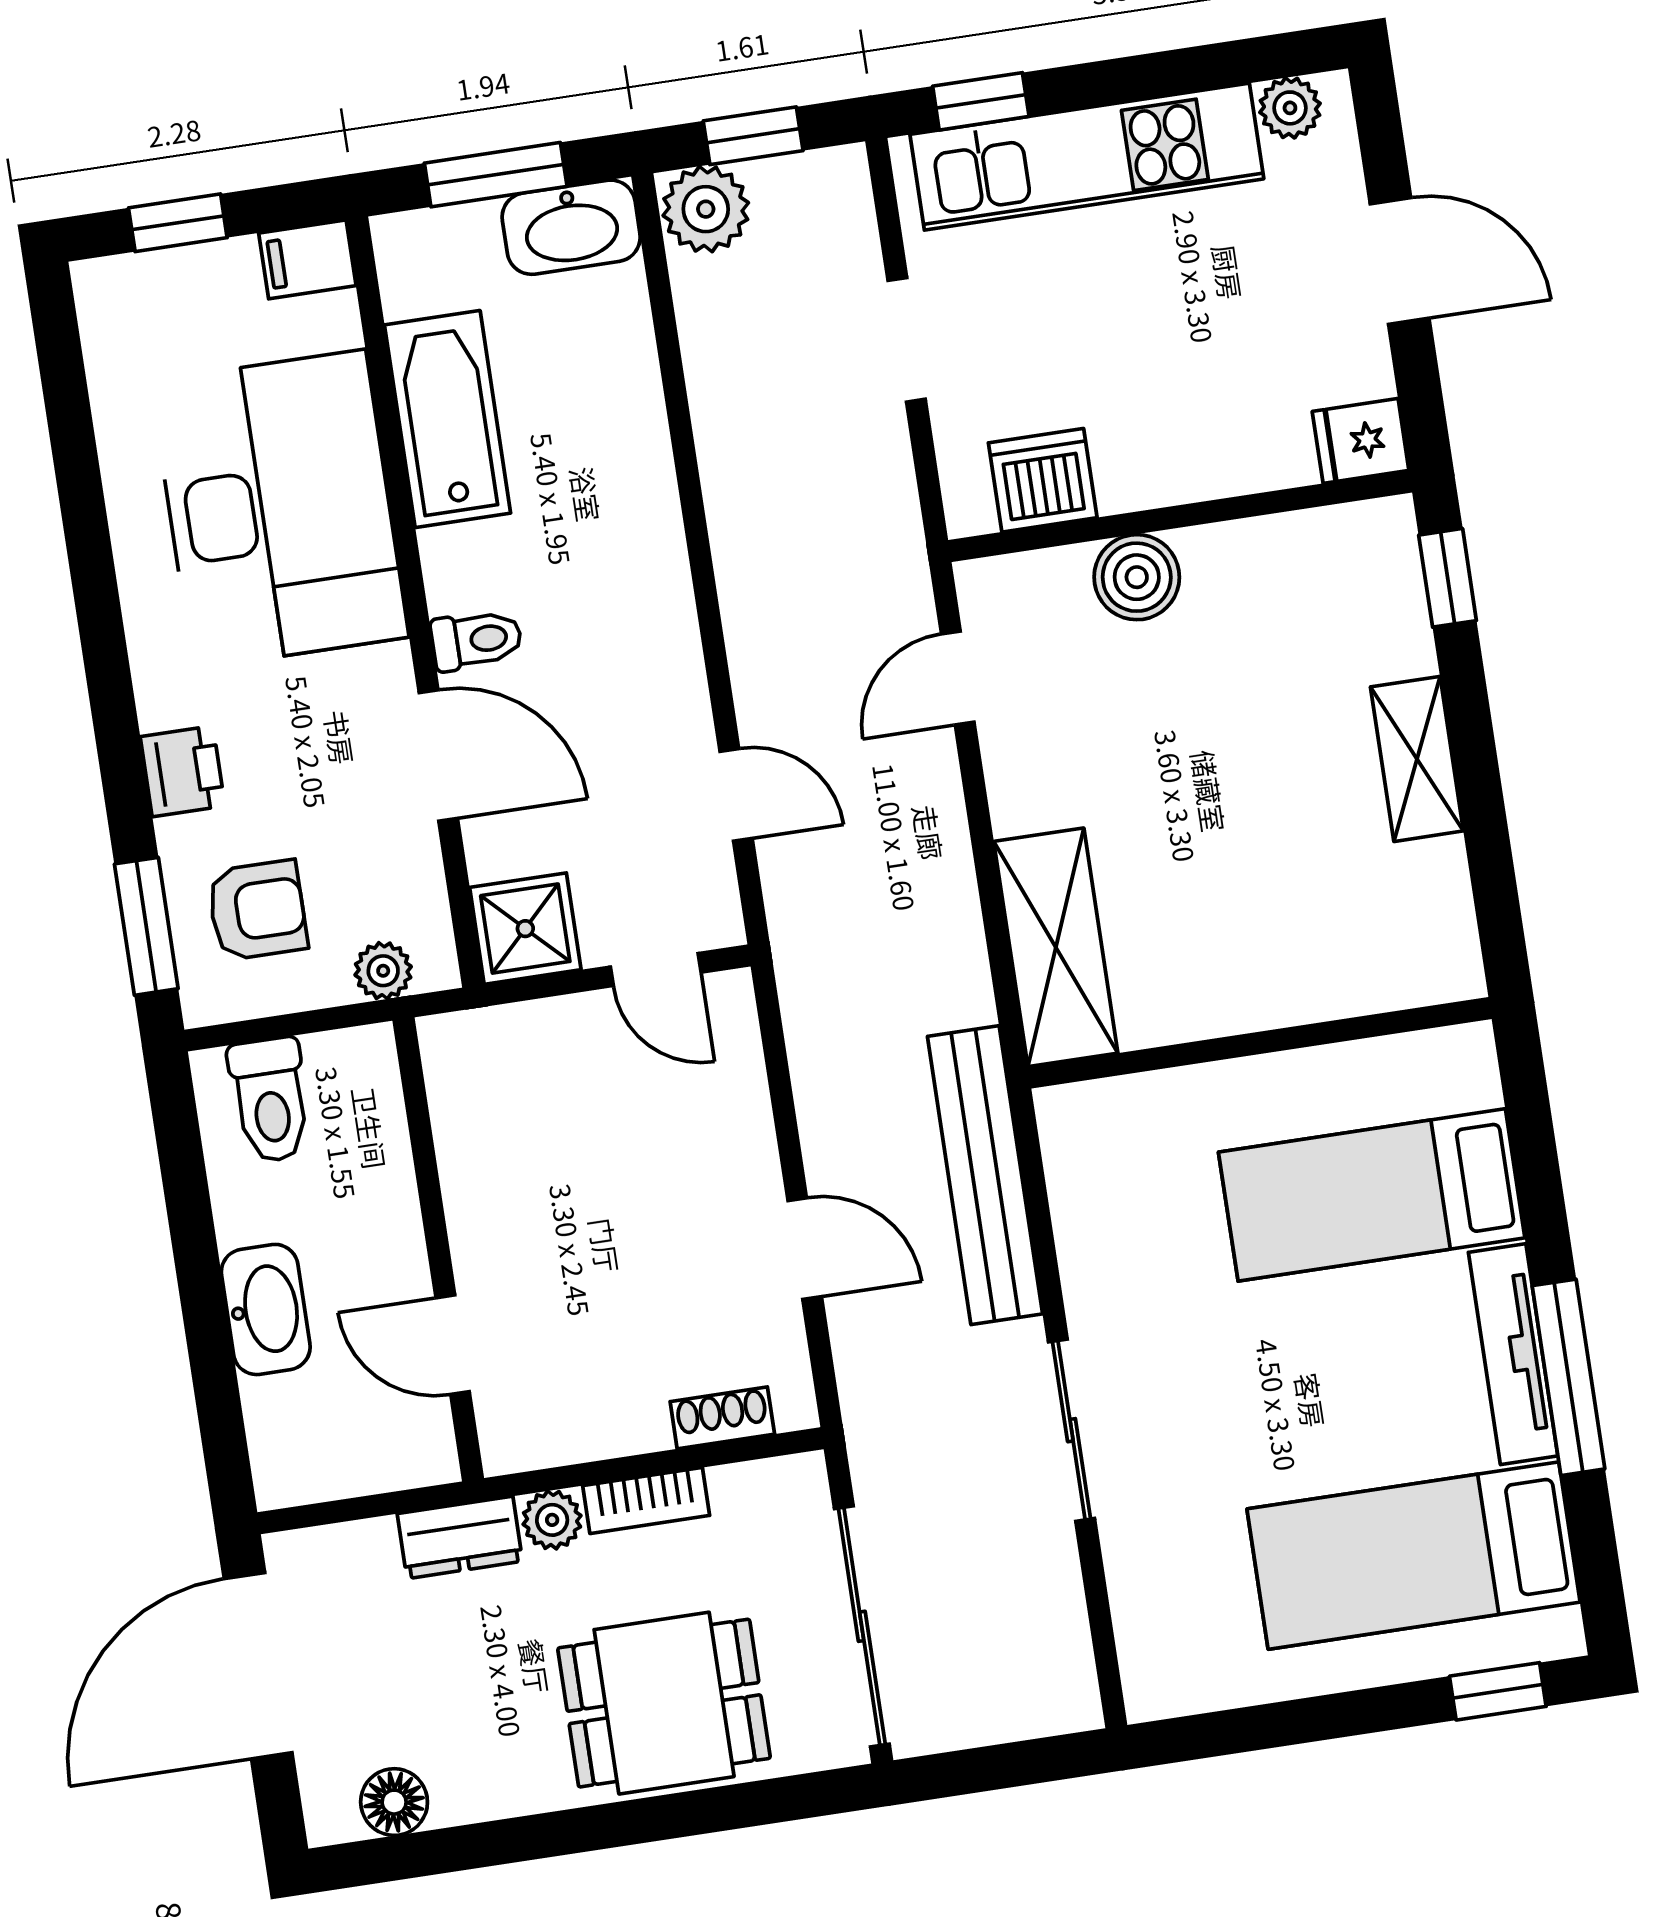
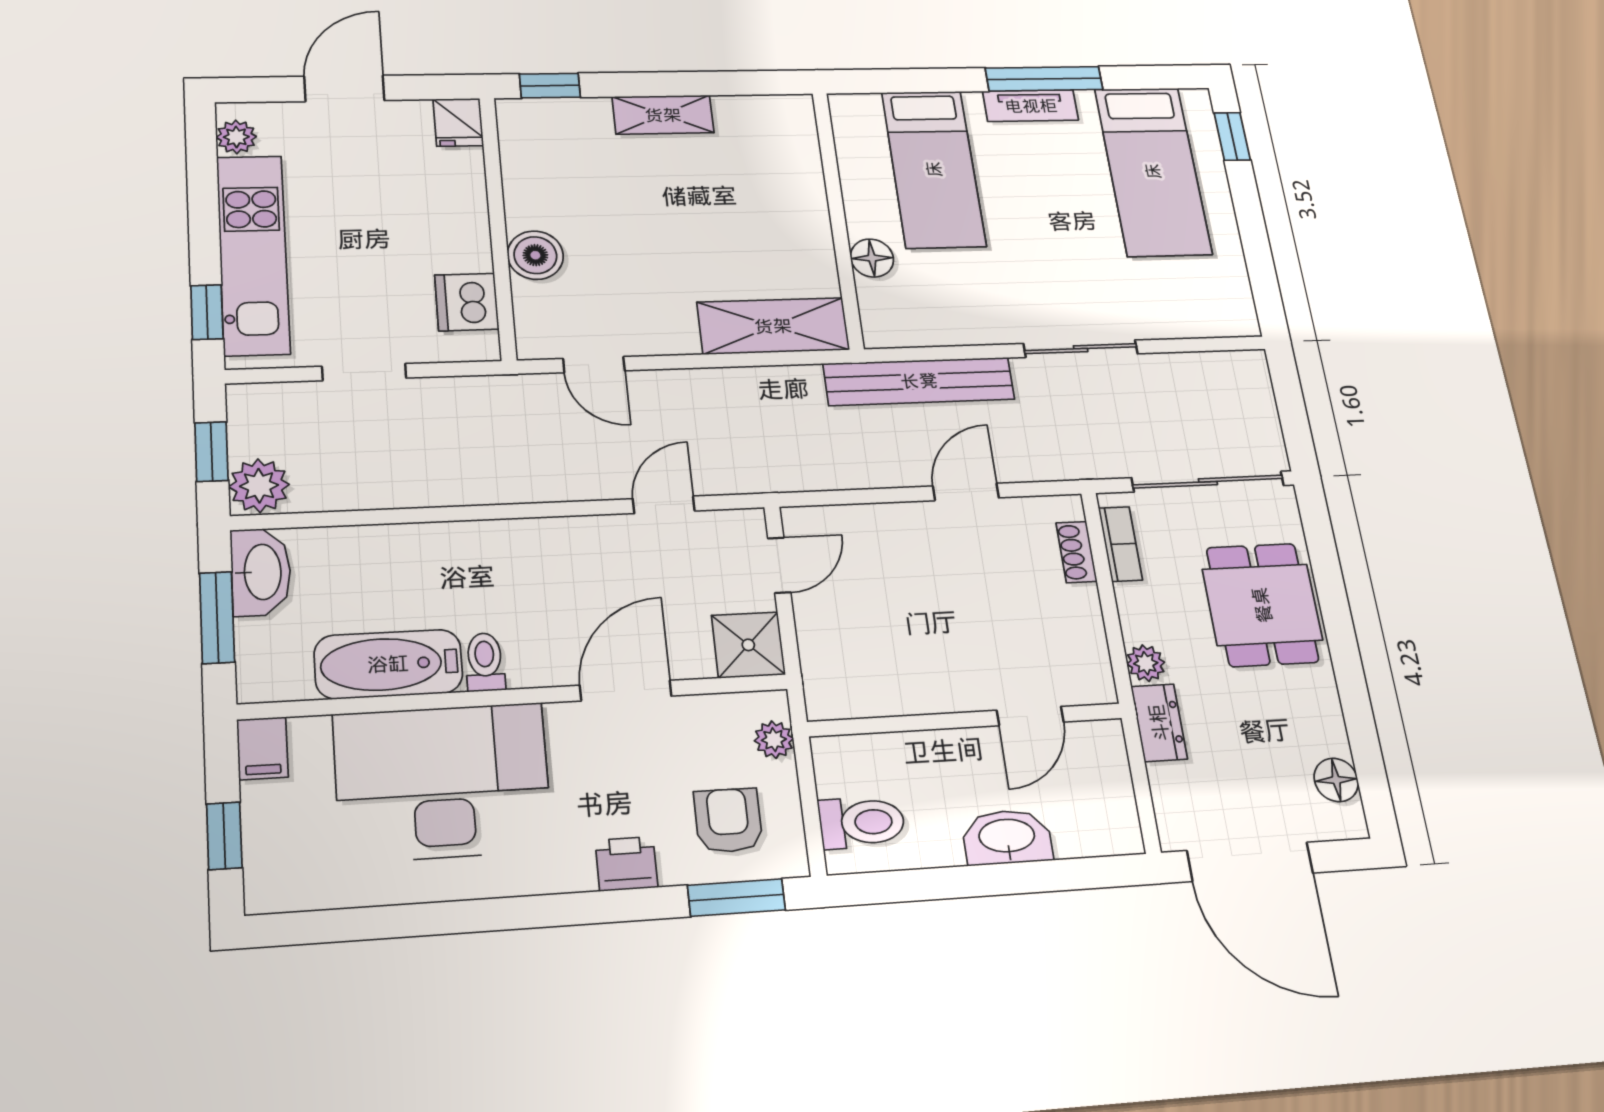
toilet: (477, 640) -> (485, 662), moved
floor lamp: (1195, 1098) -> (872, 258), added
tv unit: (1513, 1354) -> (1031, 106), width x0.71
bookcase: (646, 1501) -> (1120, 544), moved

